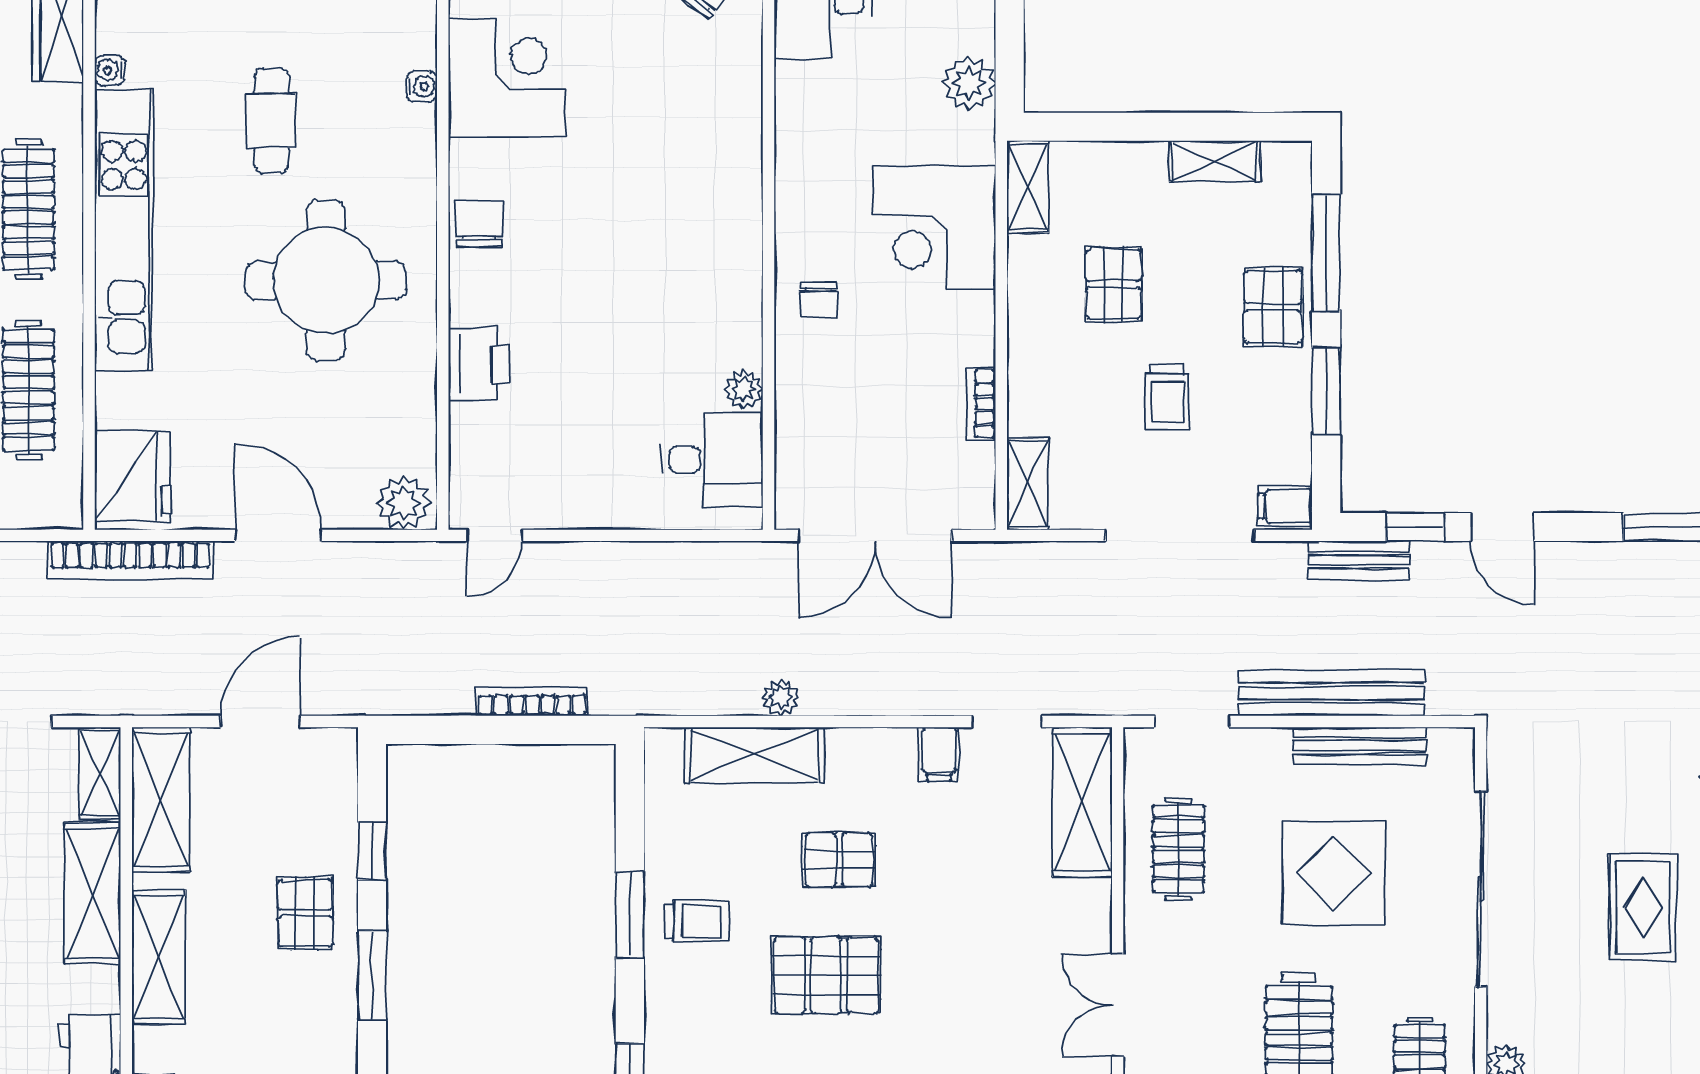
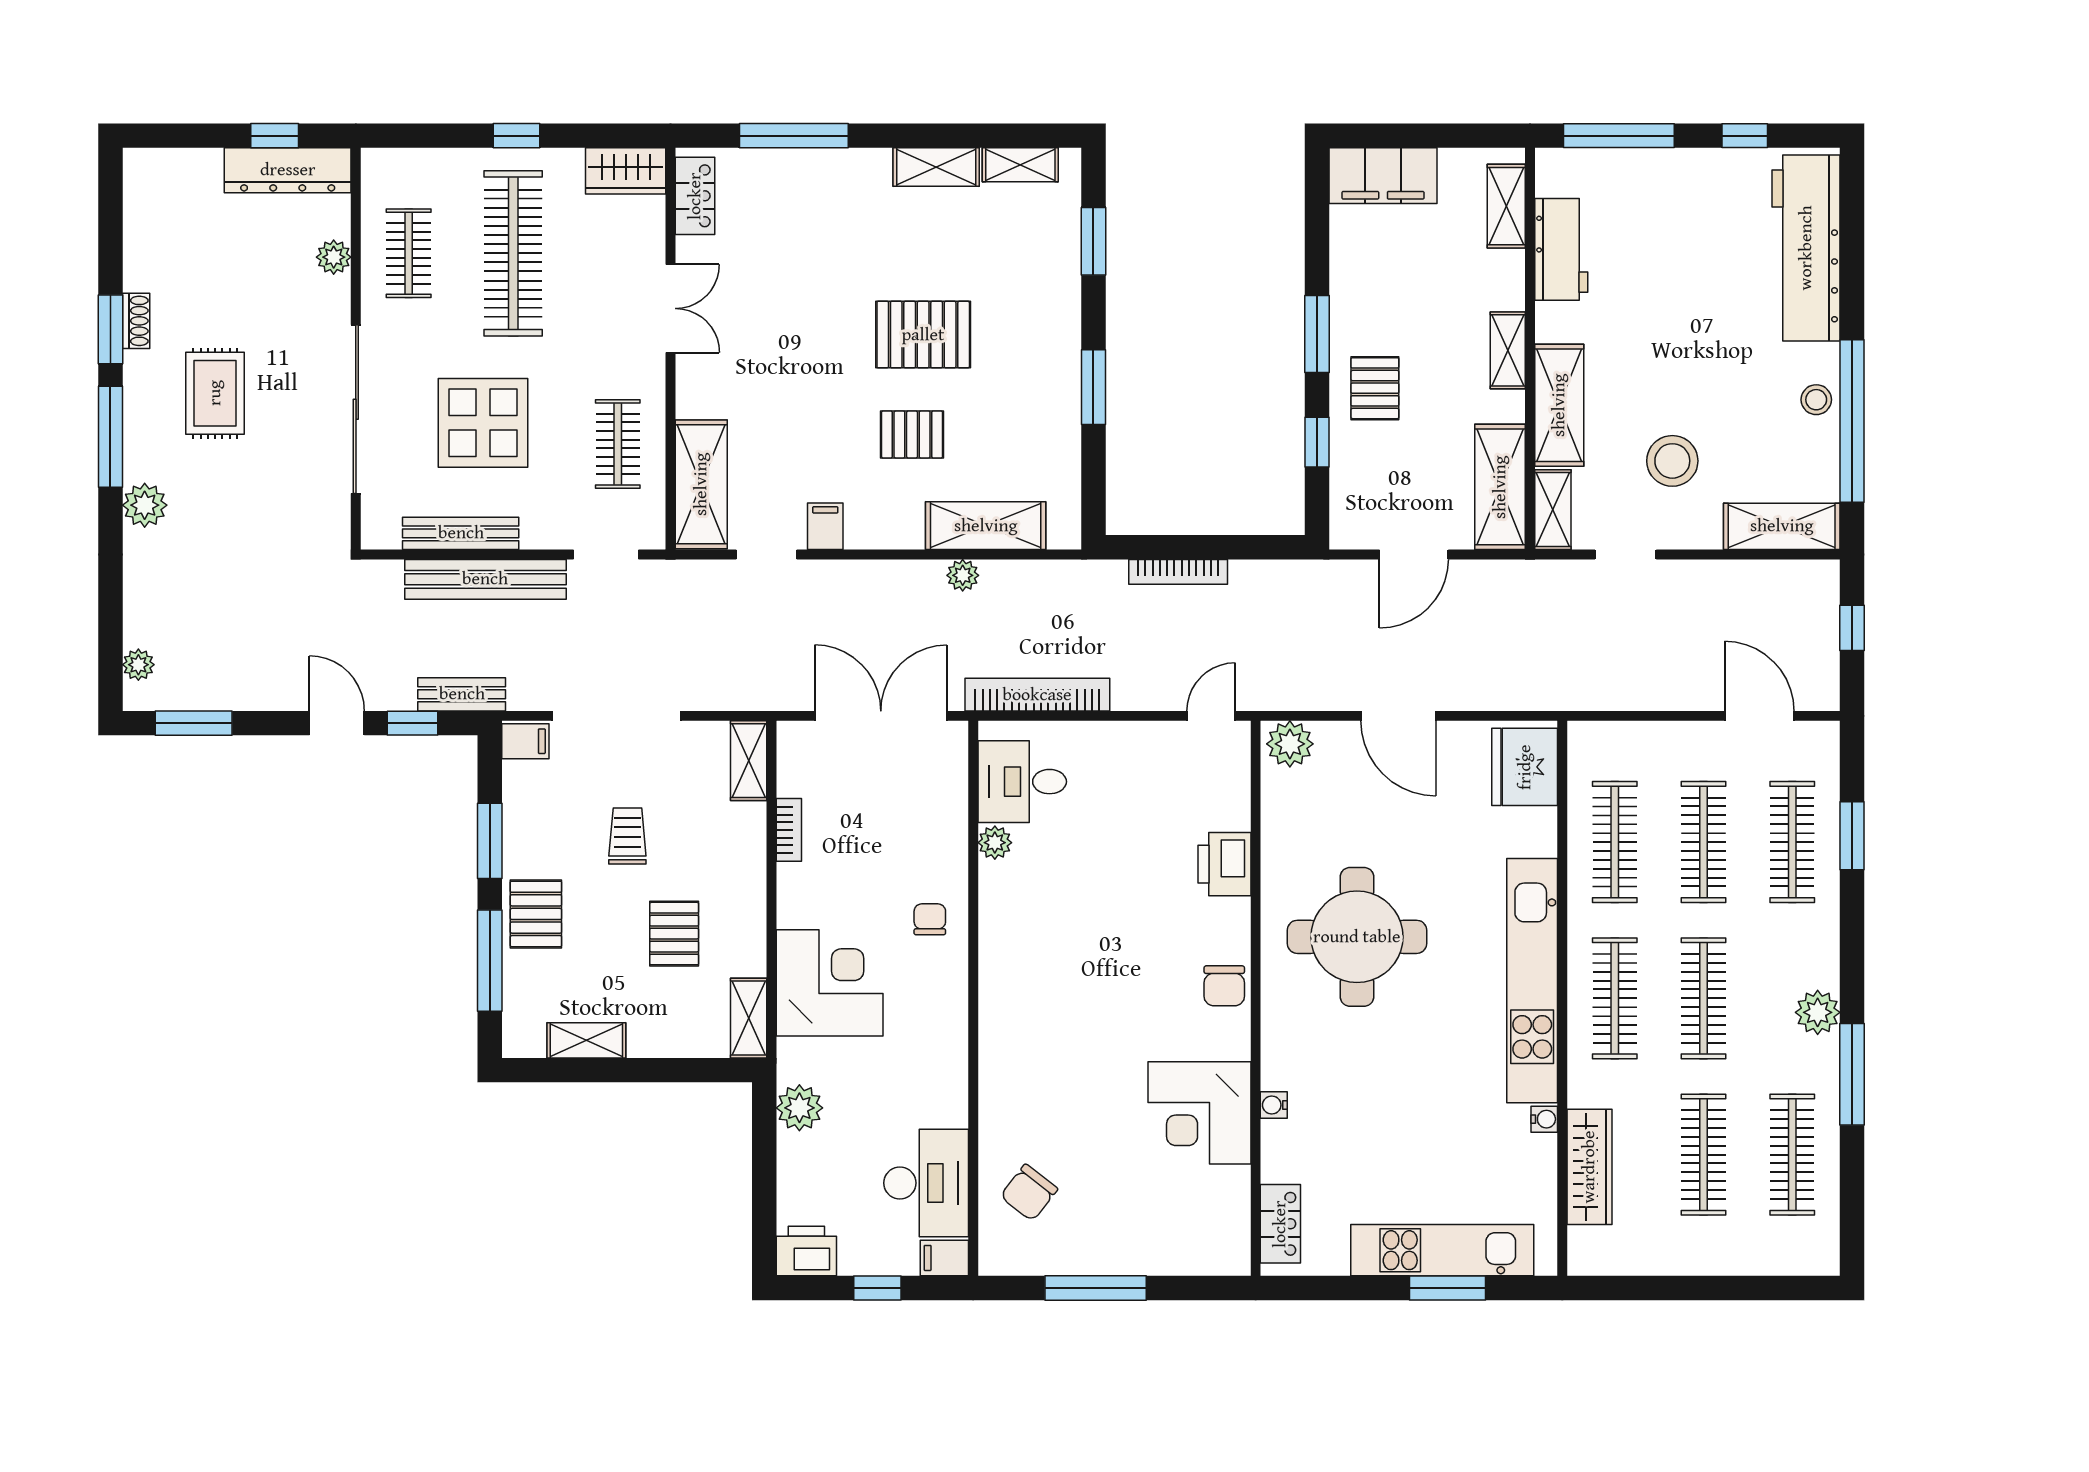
cafe table: (272, 120) -> (1404, 1076), removed
bookcase: (130, 560) -> (1037, 695), moved
trolley: (697, 921) -> (1035, 381), removed
shelving: (159, 957) -> (1508, 350), width x0.67, depth x0.75

